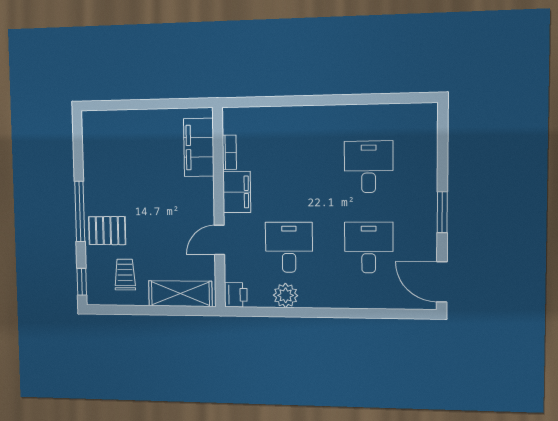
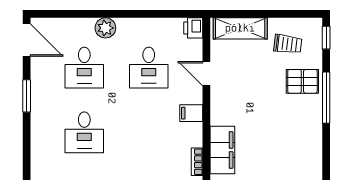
bookcase: (229, 152) -> (197, 162), moved
filing cabinet: (237, 192) -> (191, 113), width x0.50
door: (219, 240) -> (206, 74), swing flipped
trolley: (125, 275) -> (288, 44), turned -83
plant: (286, 295) -> (105, 28), moved

